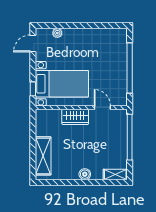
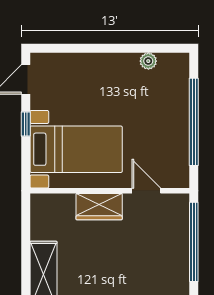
plant: (57, 33) -> (148, 61), moved
window: (33, 89) -> (26, 124), moved

